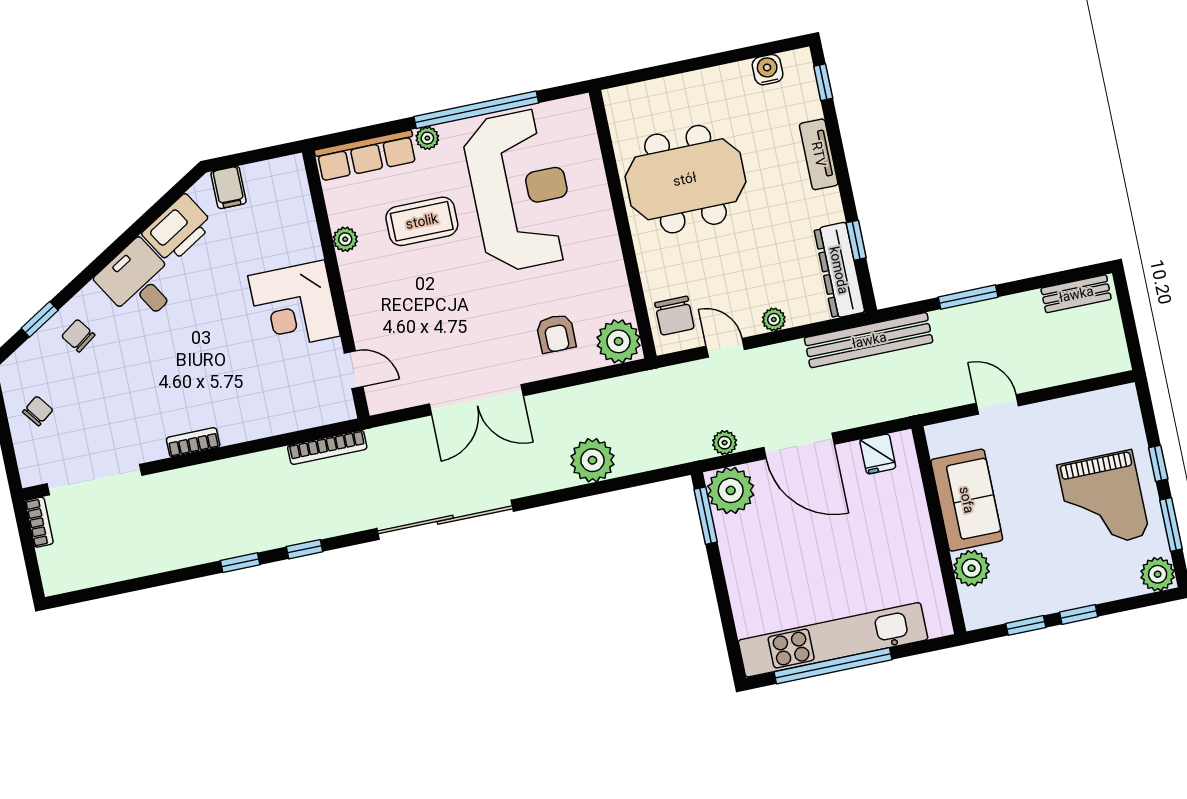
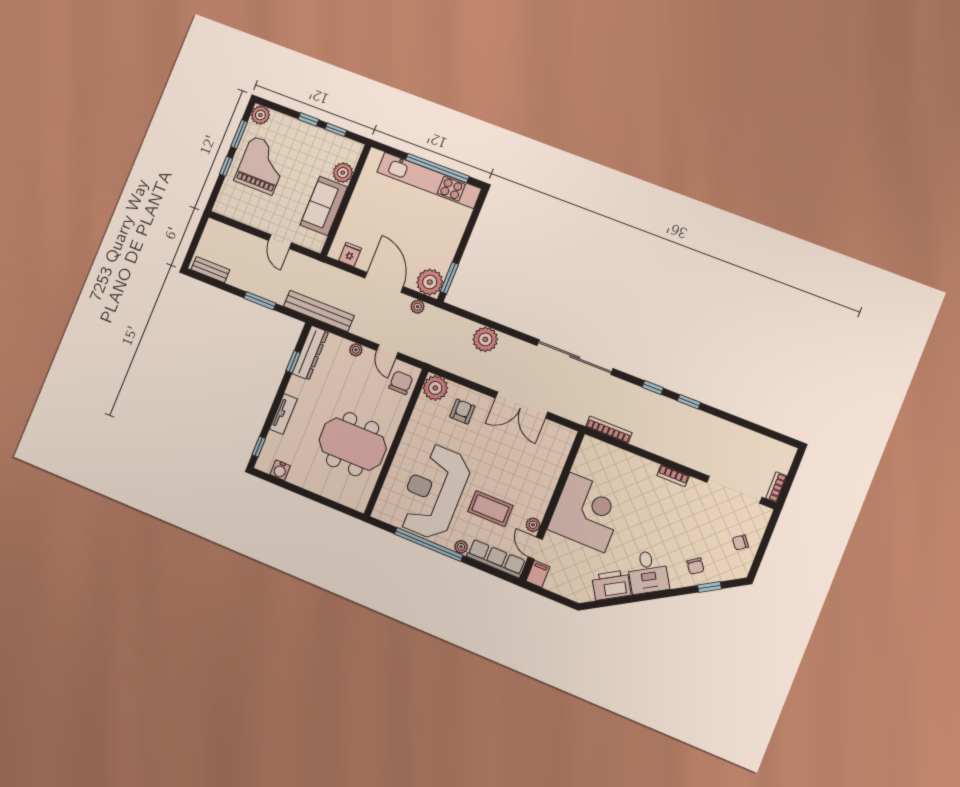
filing cabinet: (229, 187) -> (538, 574), moved
corner desk: (294, 306) -> (587, 512), width x1.36, depth x1.36
door: (354, 370) -> (535, 548), moved
double door: (476, 400) -> (521, 405), swing flipped

